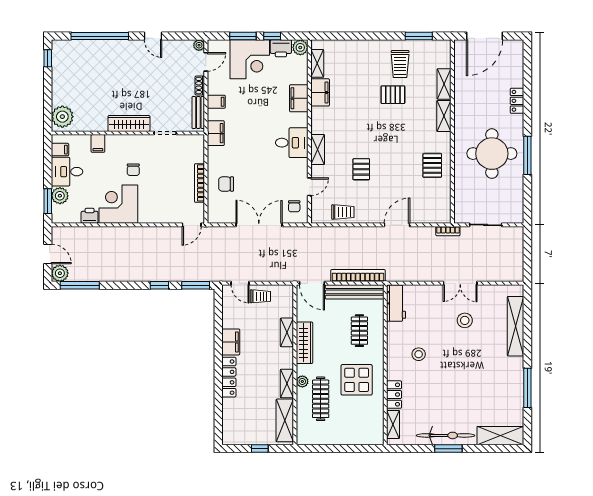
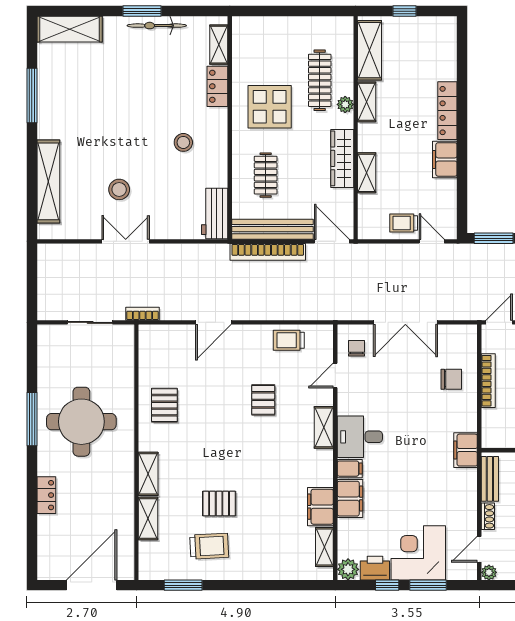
trolley: (400, 64) -> (209, 546), turned 87
filing cabinet: (216, 102) -> (350, 469), moved, turned 180
bicycle: (446, 435) -> (157, 26), width x0.73, depth x0.71

